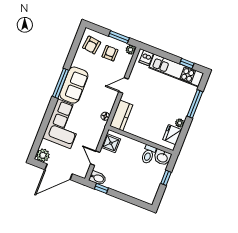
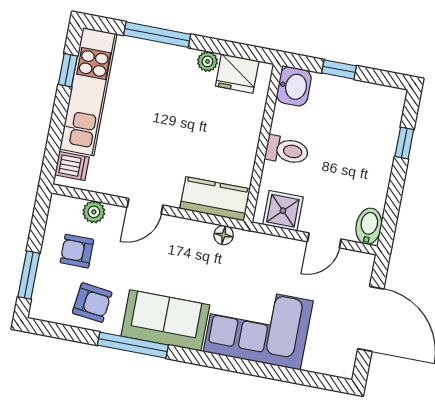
window: (119, 37) -> (29, 275), moved
armchair: (92, 45) -> (92, 303), moved
plant: (130, 50) -> (94, 212), moved
window: (61, 83) -> (133, 345), moved
door: (124, 85) -> (145, 206), hinge flipped
toilet: (148, 154) -> (287, 150), moved
plant: (43, 155) -> (340, 362), removed
window: (101, 188) -> (404, 143), moved

